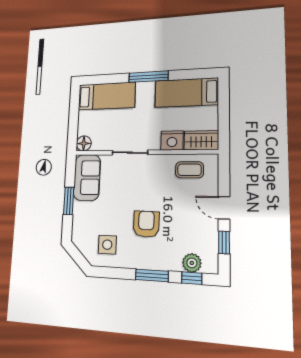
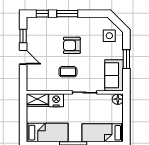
coffee table: (189, 170) -> (68, 72), moved
armchair: (146, 224) -> (72, 45), turned 89
side table: (107, 245) -> (109, 36), moved
plant: (192, 263) -> (42, 23), removed

